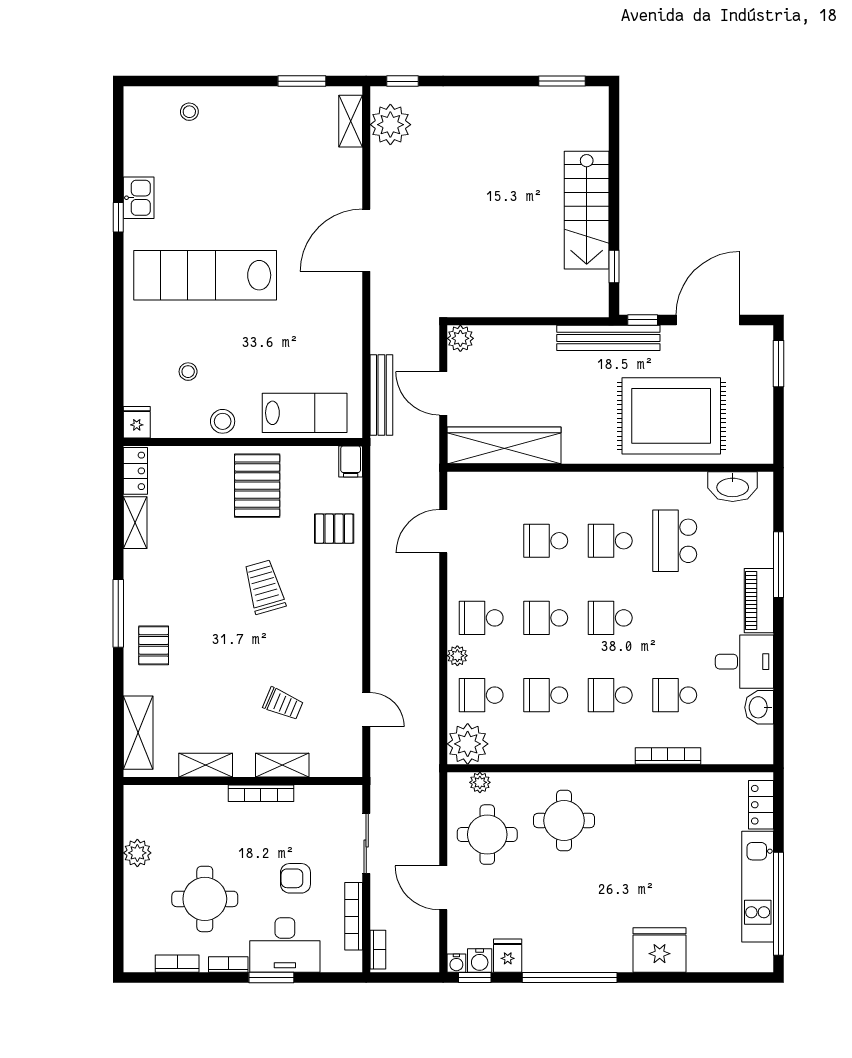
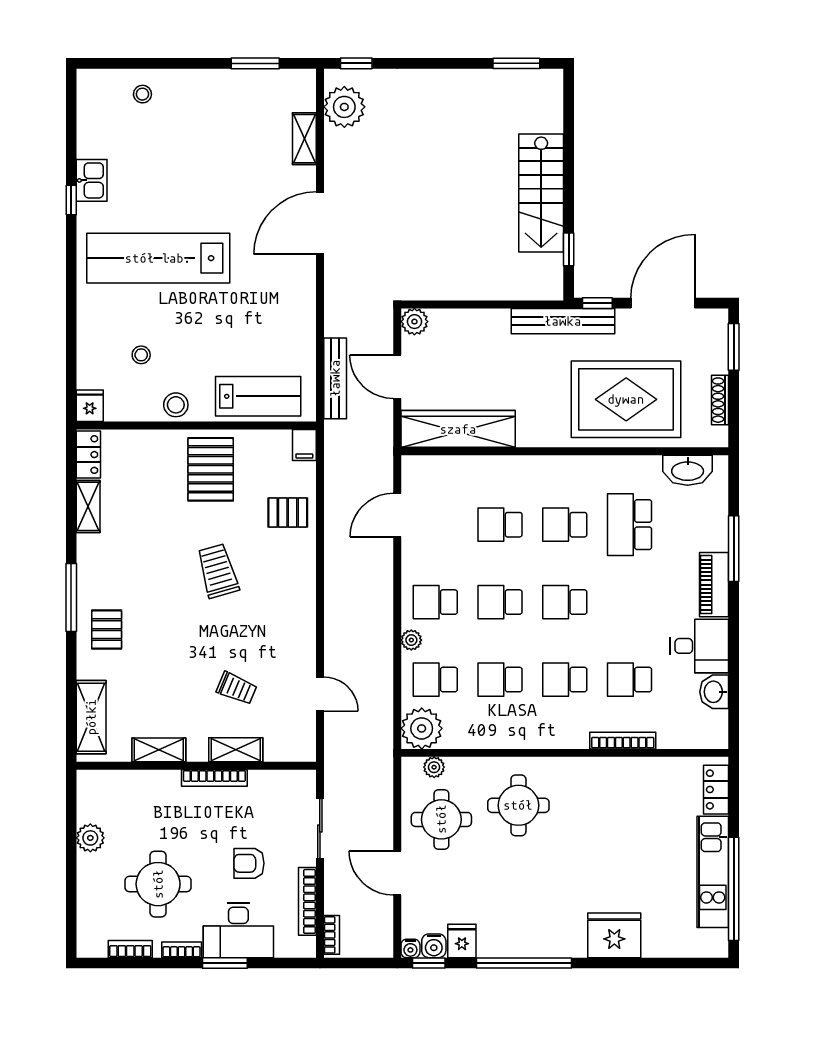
shelving: (351, 121) -> (304, 139), moved
shoe rack: (765, 417) -> (720, 400), added

